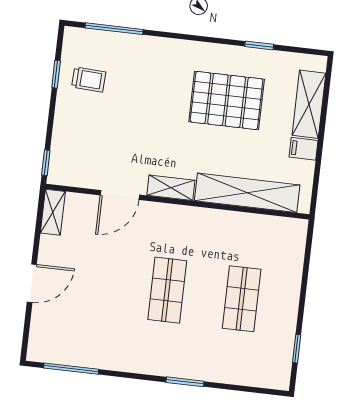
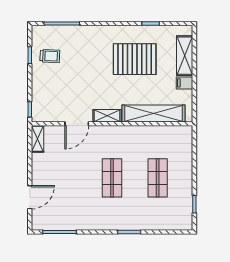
door: (32, 283) -> (30, 197), moved

